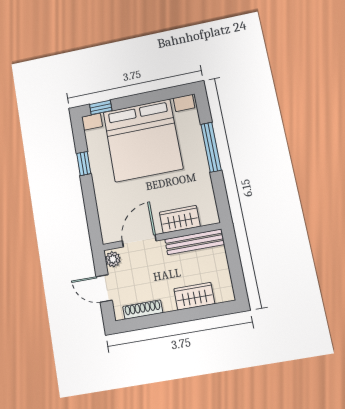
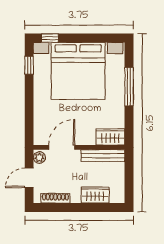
window: (84, 163) -> (29, 65), moved
wardrobe: (180, 219) -> (110, 137), moved
door: (104, 288) -> (29, 178), hinge flipped

